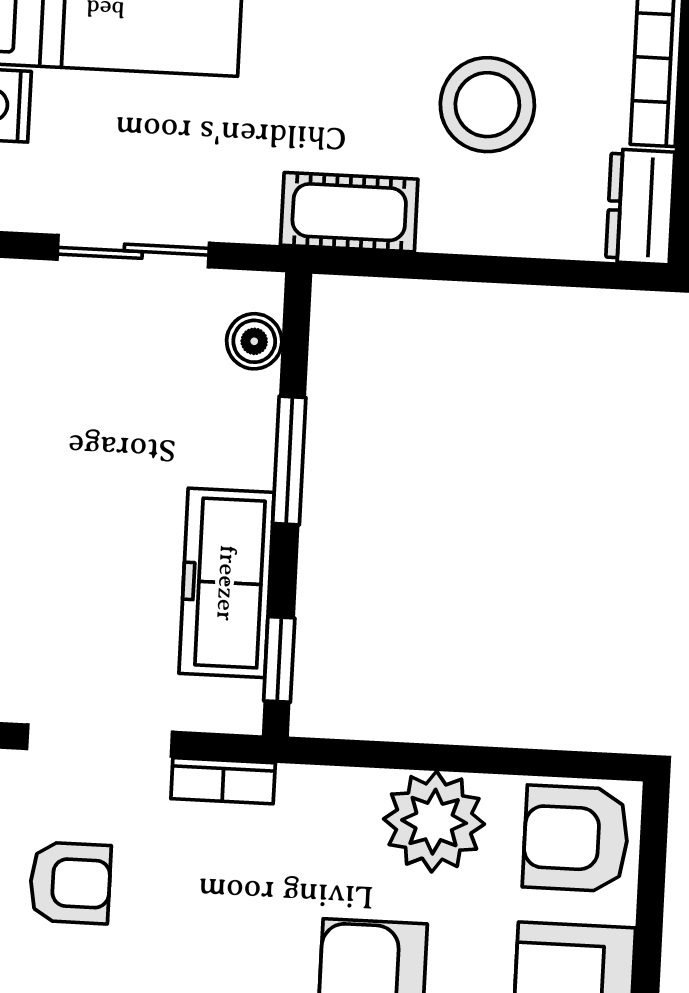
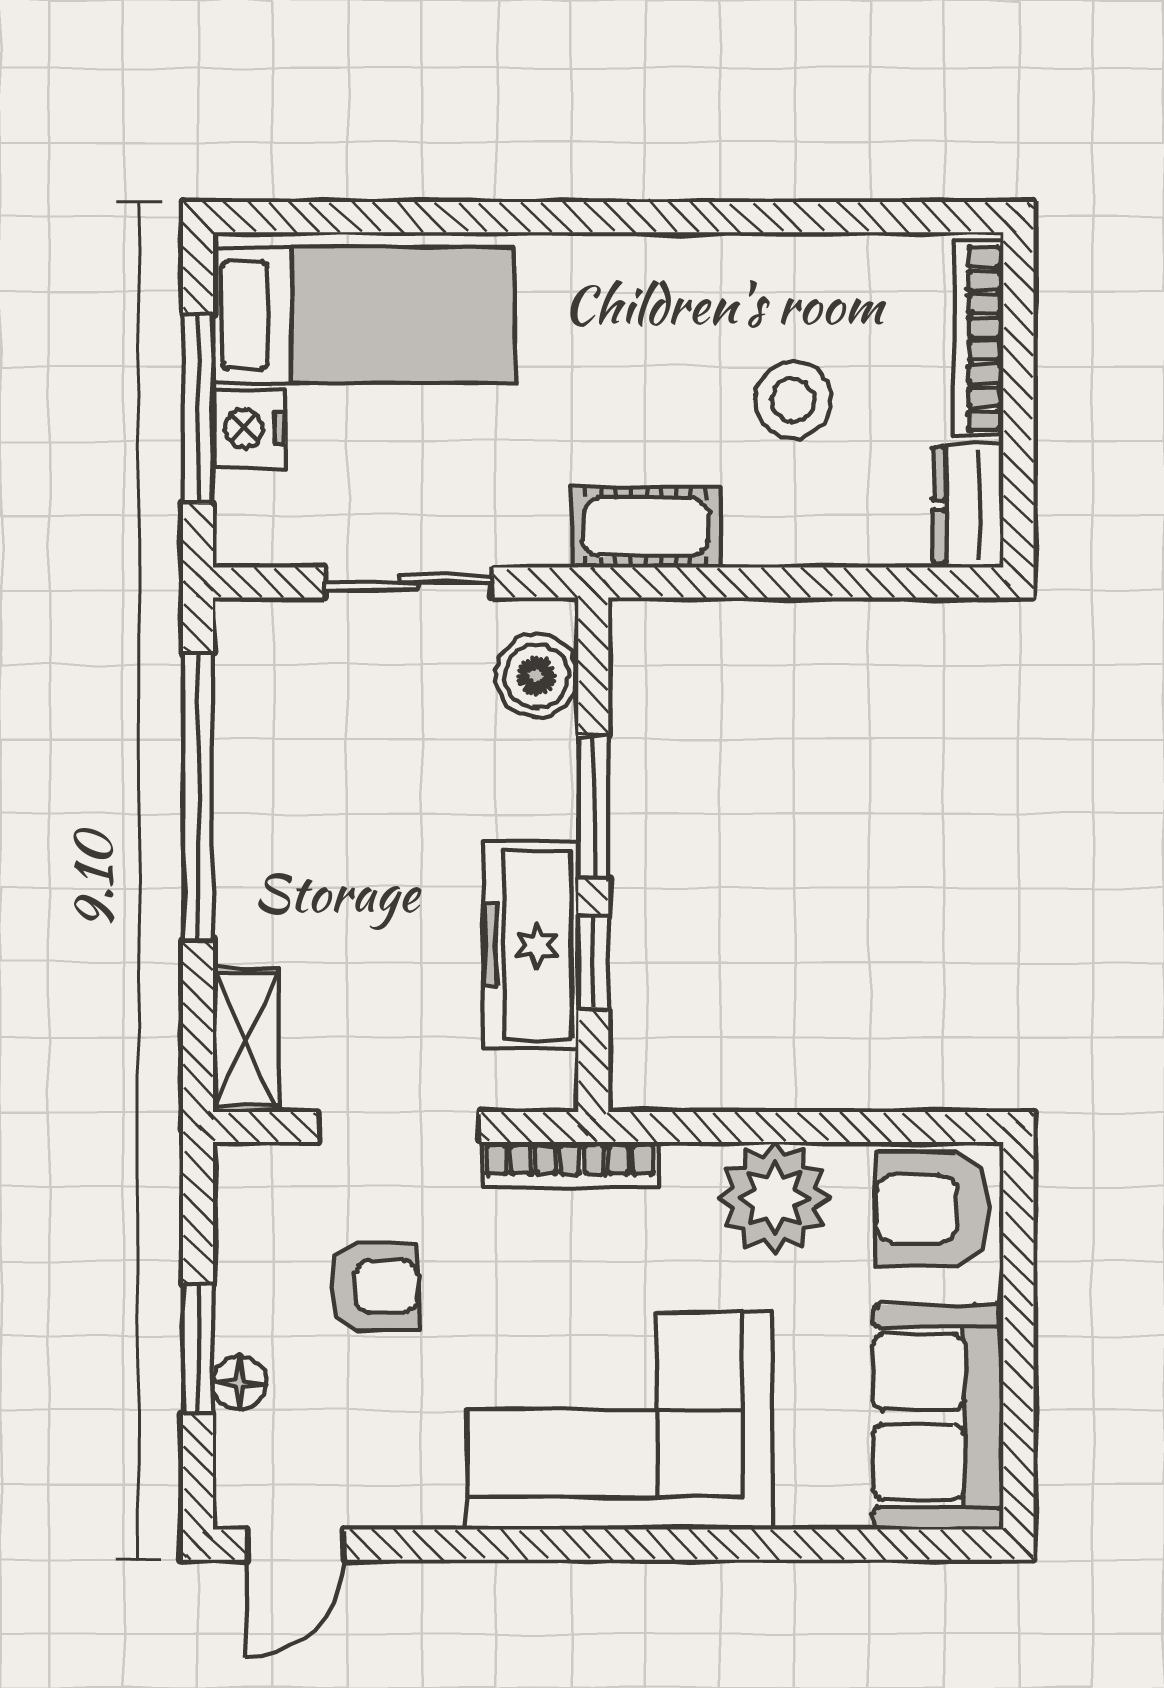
stool: (487, 105) -> (793, 400), width x0.73, depth x0.73
boiler: (254, 341) -> (537, 676), width x1.36, depth x1.36
window: (279, 659) -> (593, 962), moved
bookcase: (223, 781) -> (570, 1165), width x1.56

